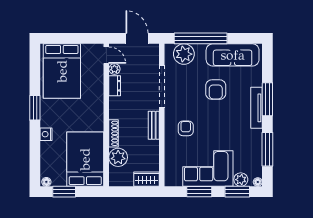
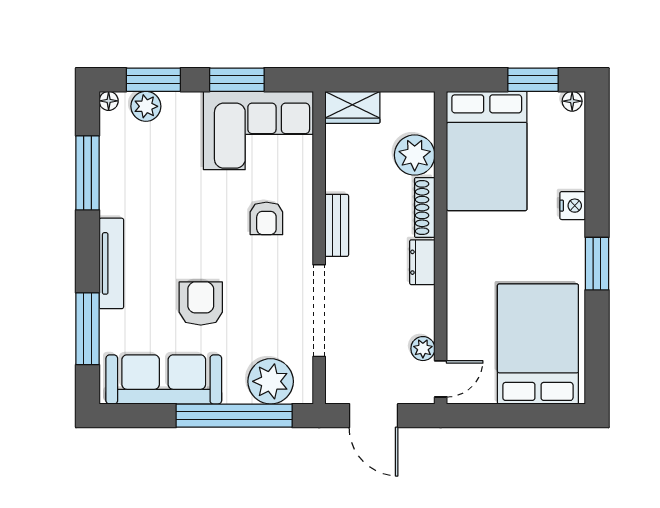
door: (106, 55) -> (441, 379), swing flipped
dresser: (115, 86) -> (422, 262), moved
window: (267, 99) -> (87, 329), moved
corner sofa: (208, 168) -> (258, 131), moved

